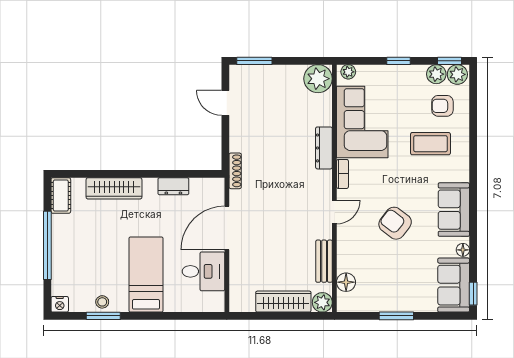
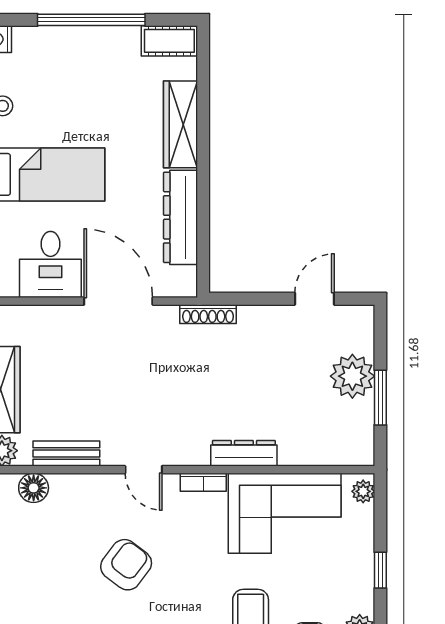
window: (254, 61) -> (380, 398), moved
plant: (318, 79) -> (352, 376), moved
dresser: (173, 186) -> (181, 217), width x1.96, depth x1.24

